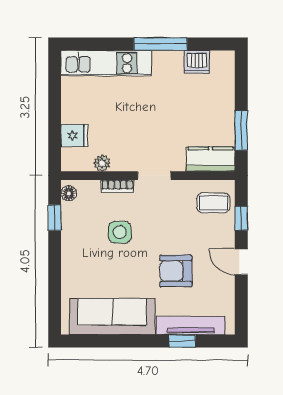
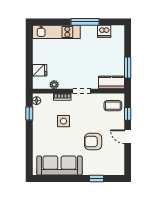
tv unit: (191, 325) -> (101, 170), removed

